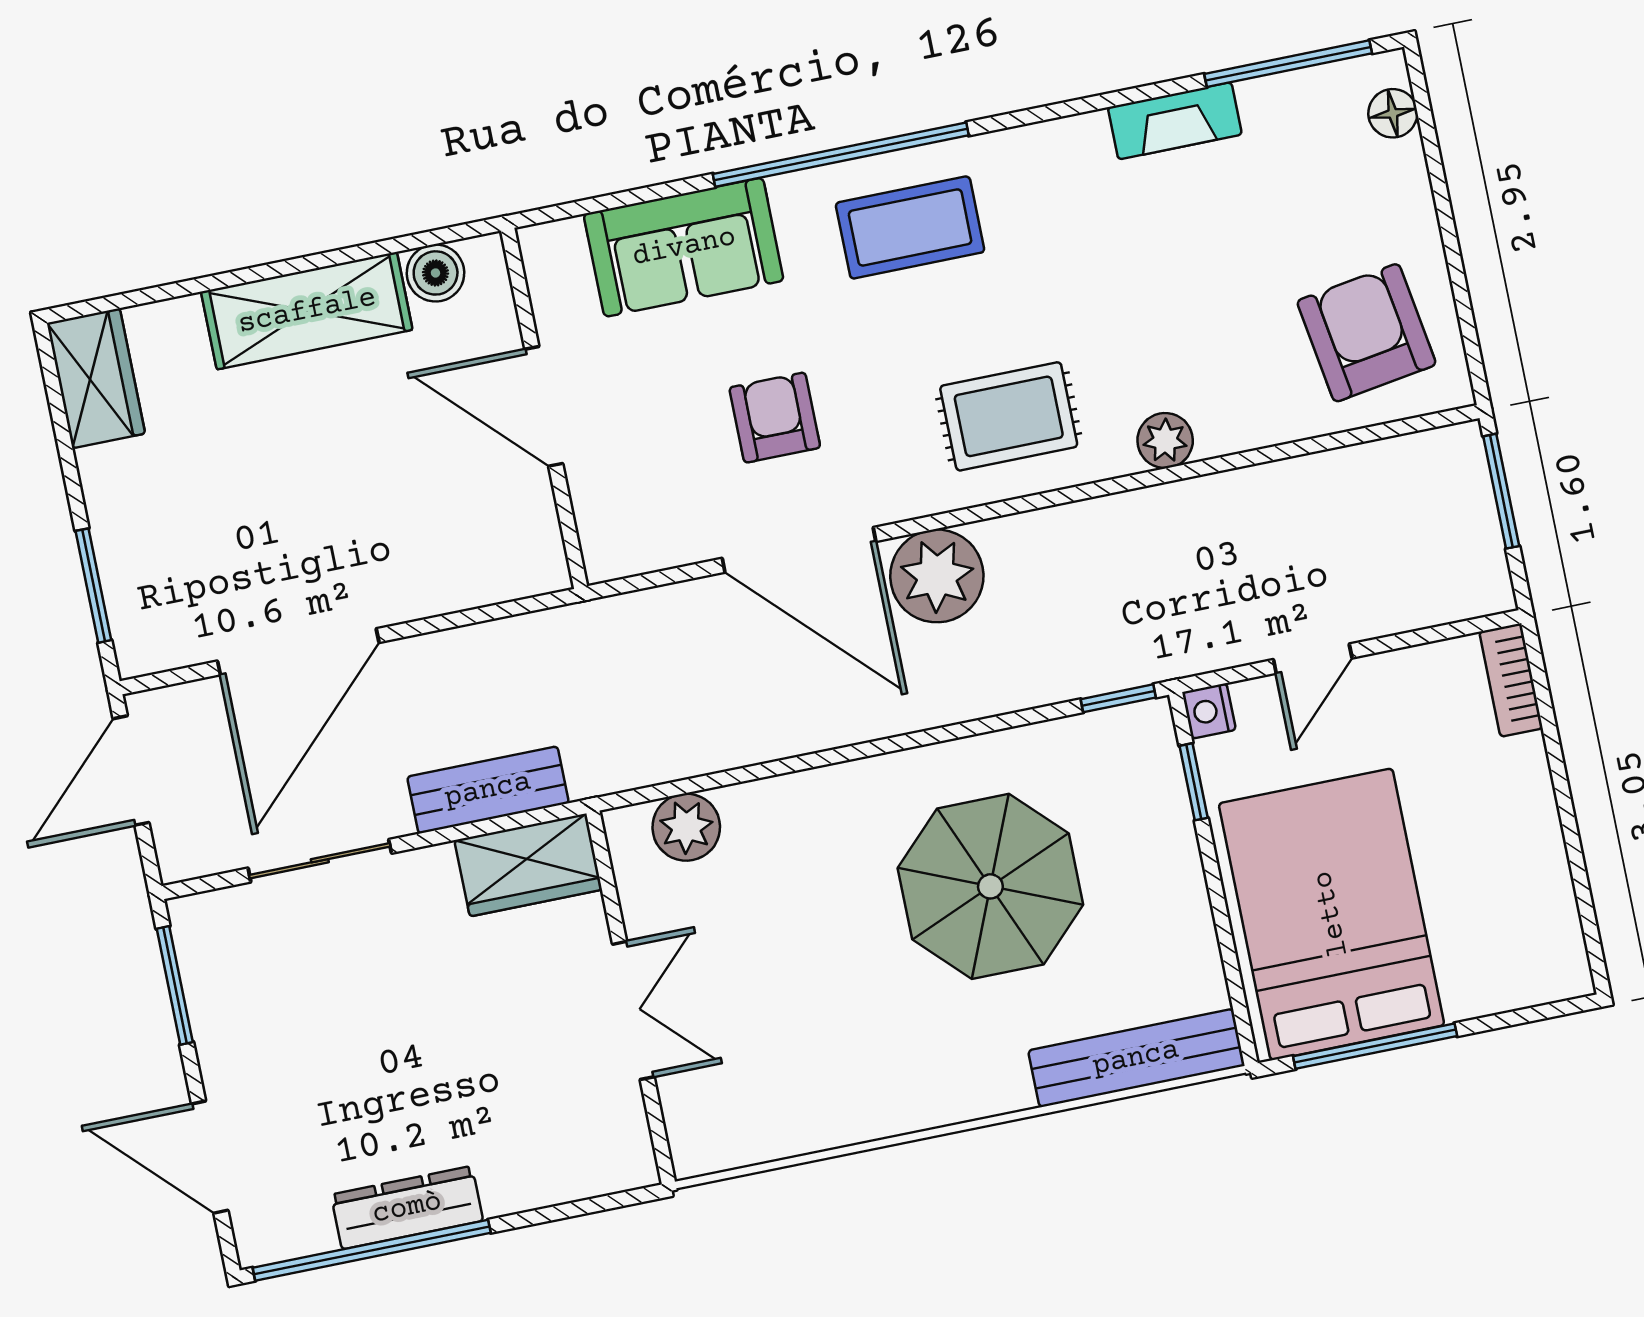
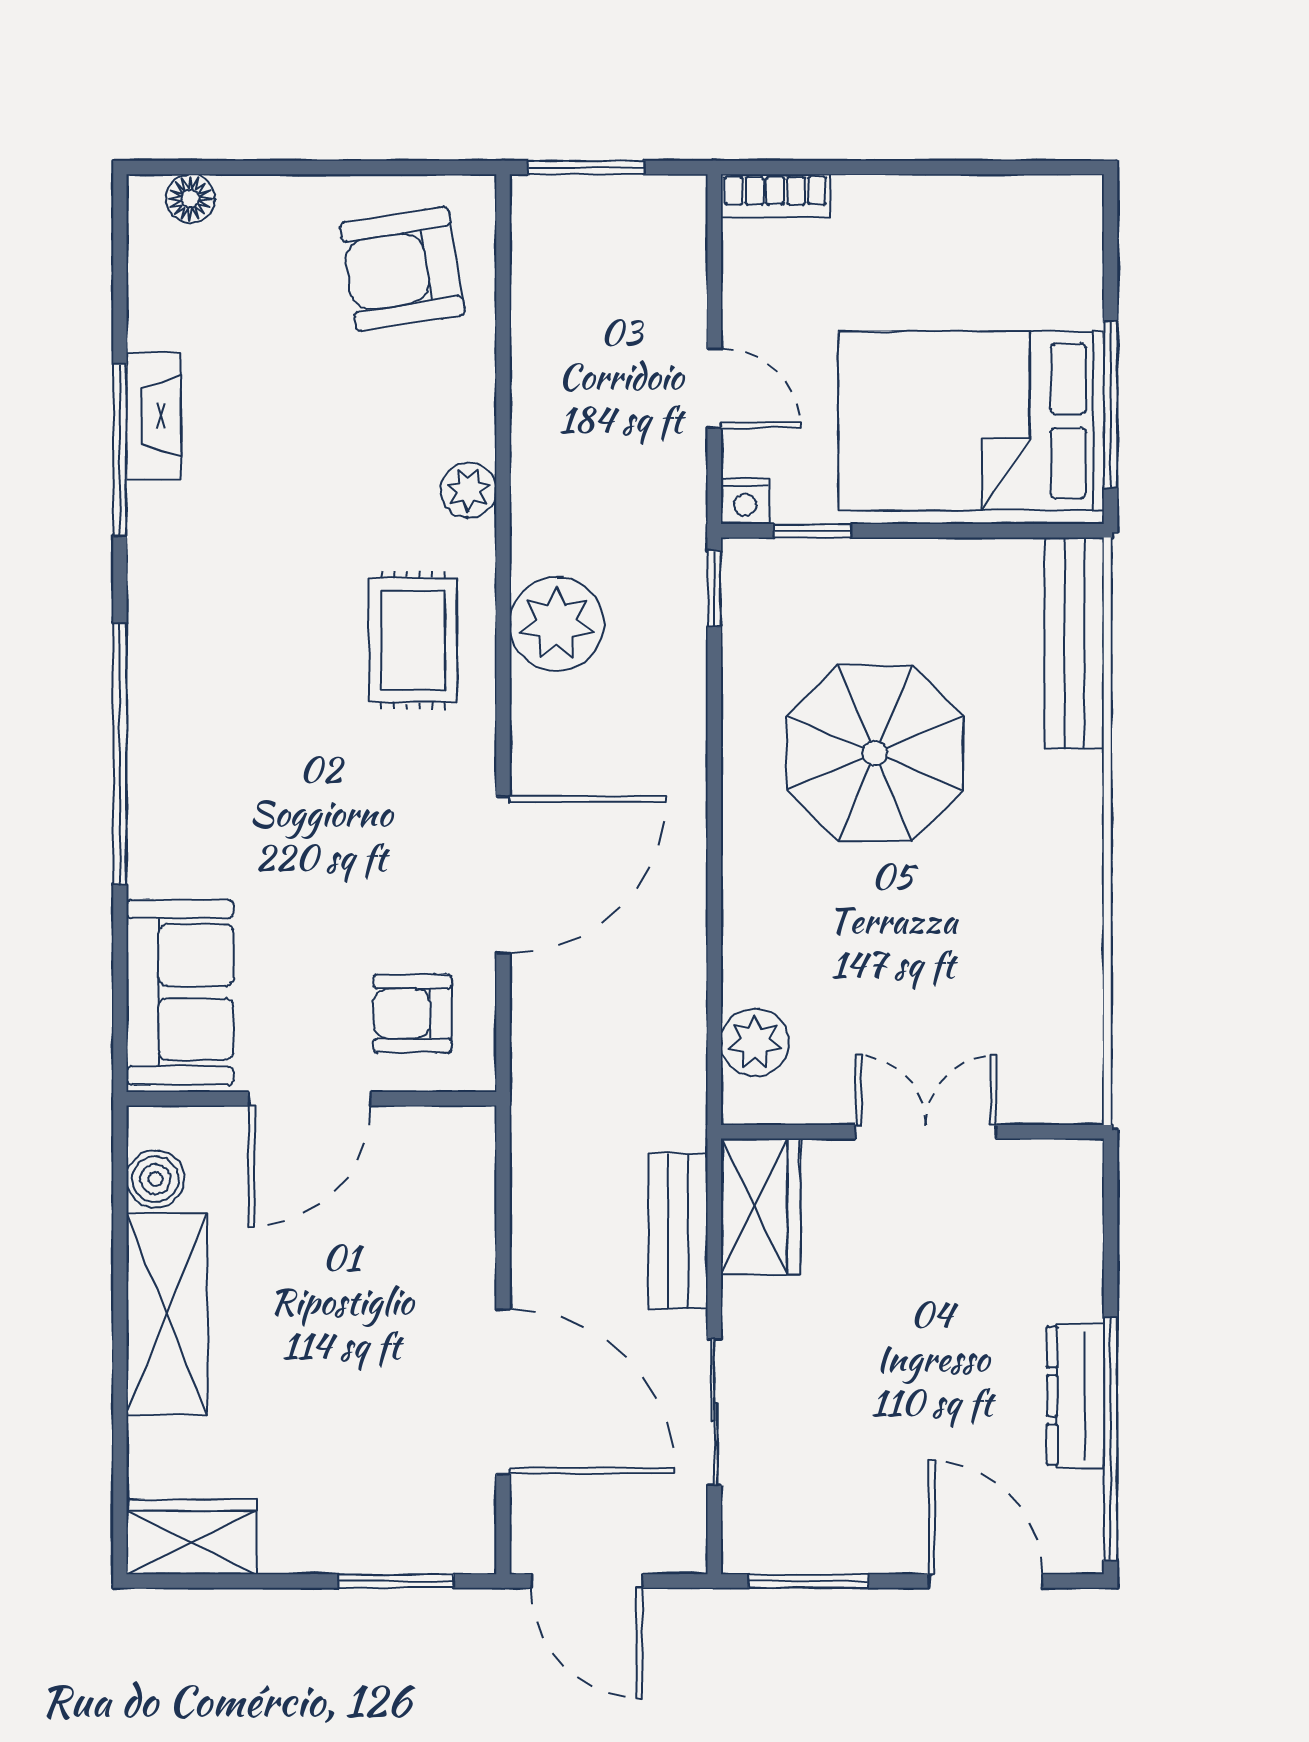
window: (1288, 64) -> (120, 450), moved
coffee table: (910, 227) -> (206, 700), removed
sofa: (684, 247) -> (180, 992), moved
armchair: (775, 418) -> (413, 1014), moved
plant: (937, 576) -> (557, 624), moved
door: (210, 1157) -> (986, 1581), swing flipped

